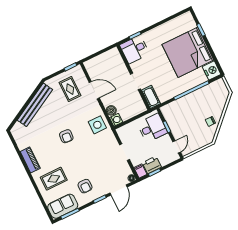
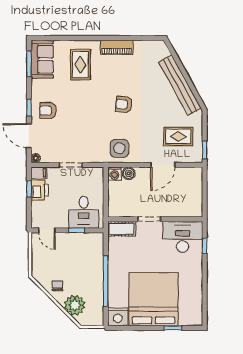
desk: (135, 49) -> (183, 237), width x1.37
plant: (218, 103) -> (75, 305), added
armchair: (85, 186) -> (48, 111), moved

